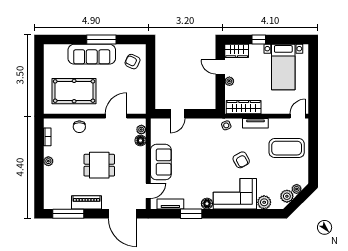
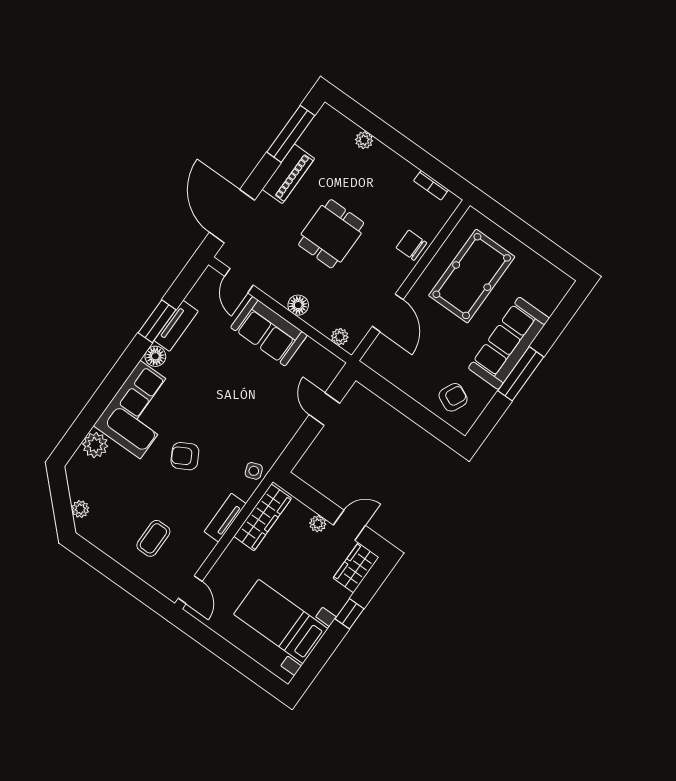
floor lamp: (140, 140) -> (298, 305), moved
coffee table: (287, 148) -> (153, 538), width x0.54, depth x0.58
plant: (48, 161) -> (364, 140), moved
plant: (287, 196) -> (80, 486), removed
tv unit: (170, 204) -> (176, 326), moved
door: (122, 214) -> (232, 216), hinge flipped

